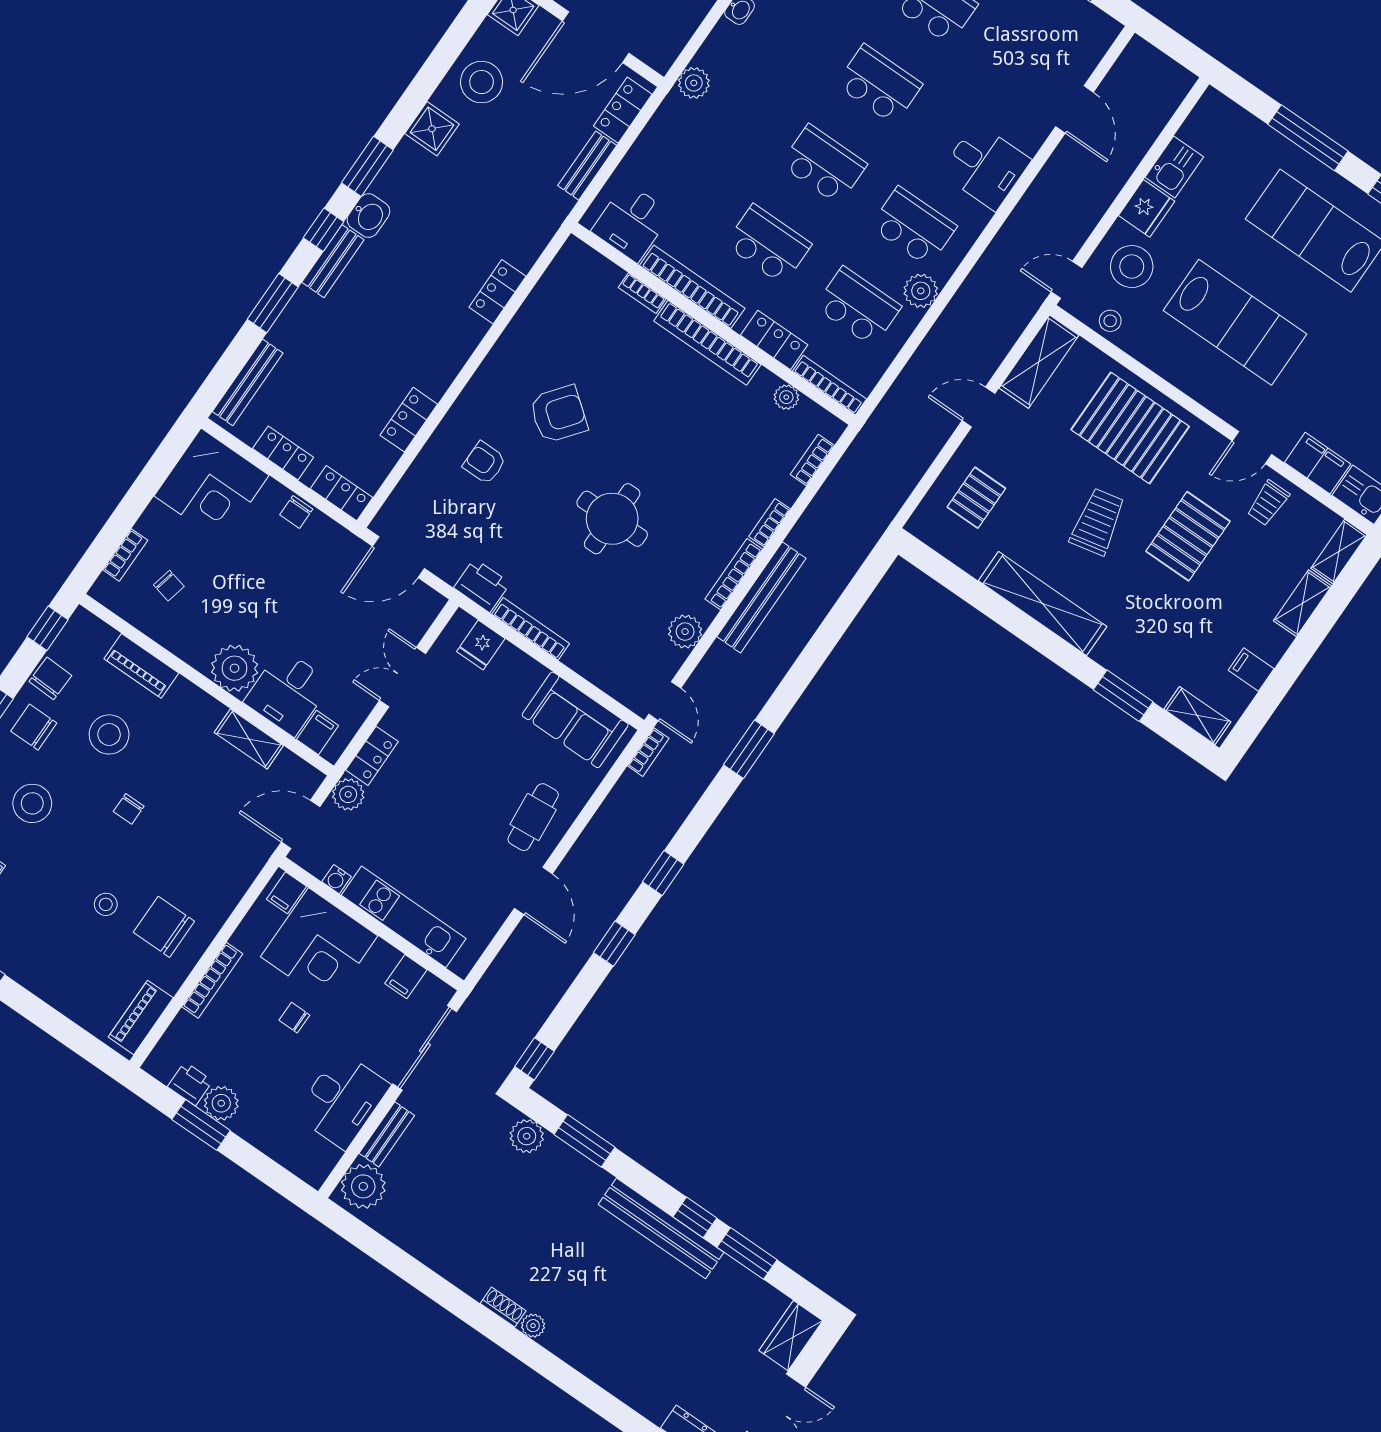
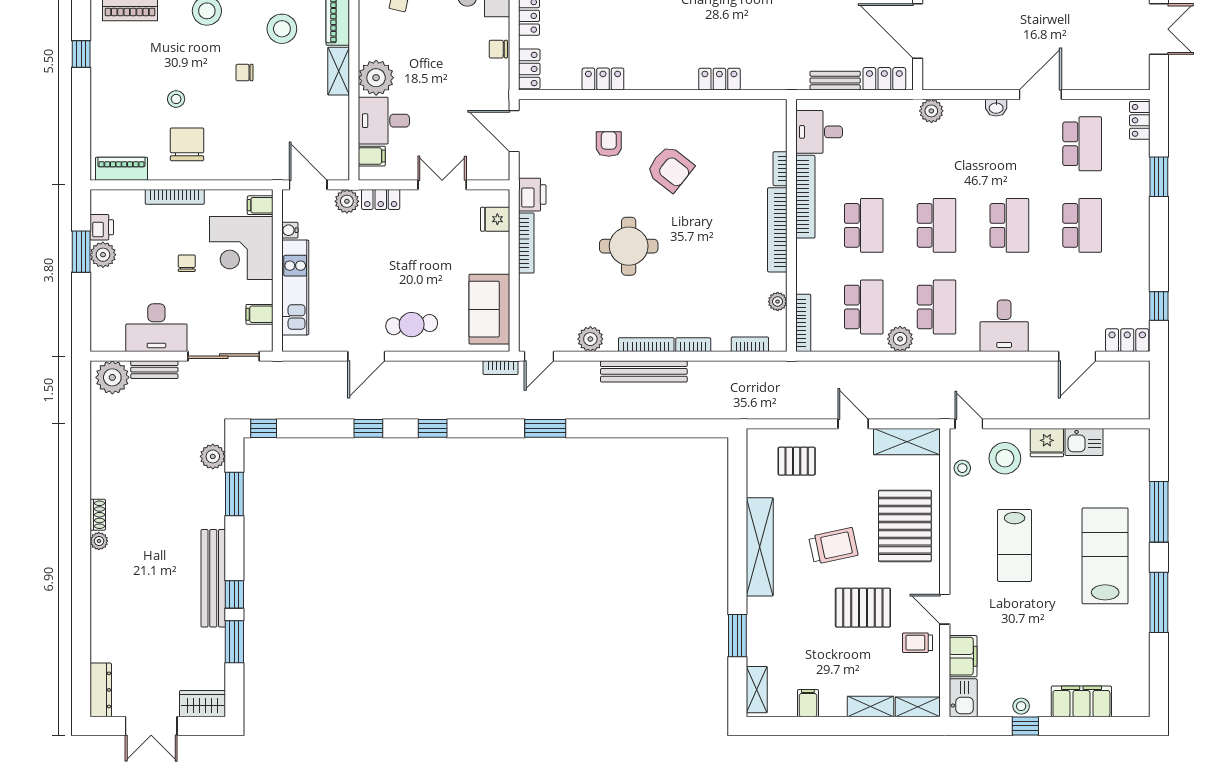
lab bench: (1235, 322) -> (1015, 545), width x0.73, depth x0.72
locker: (774, 340) -> (1127, 340), moved, turned -90
shelving: (249, 739) -> (339, 71), moved

